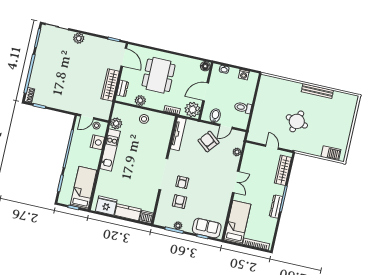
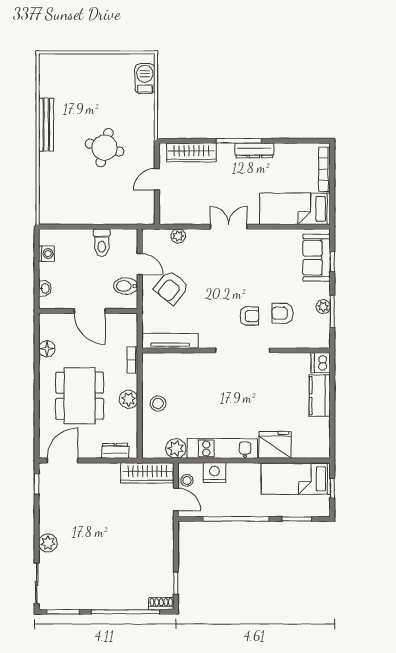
floor lamp: (205, 66) -> (47, 349), moved
dining table: (159, 75) -> (80, 396), turned 90
wardrobe: (110, 85) -> (147, 473), moved
plant: (140, 100) -> (129, 399), moved
plant: (192, 110) -> (124, 326), removed
fridge: (106, 206) -> (275, 445), moved, turned 90

